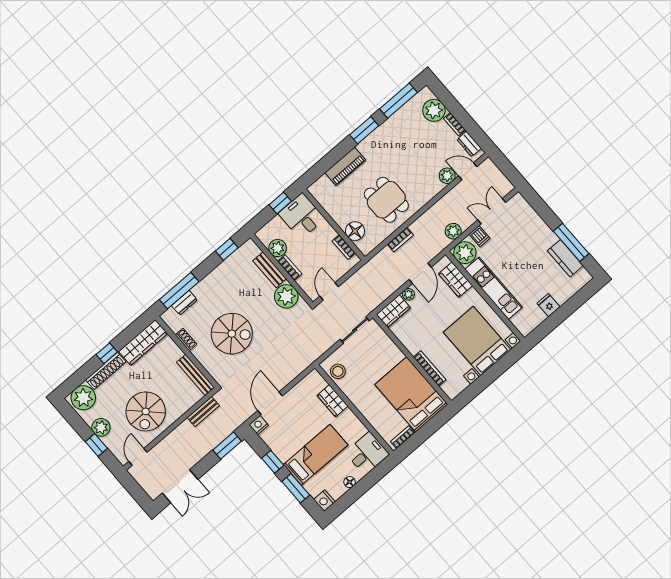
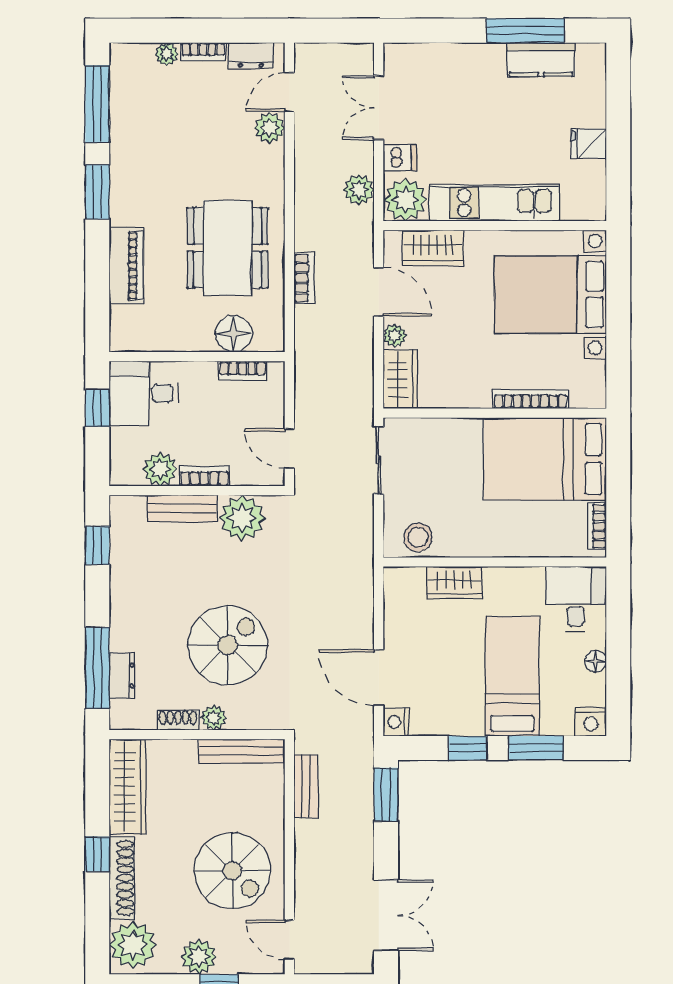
plant: (434, 110) -> (167, 54), width x0.53, depth x0.53
dining table: (386, 200) -> (228, 248), width x1.37
plant: (199, 353) -> (214, 718), added

